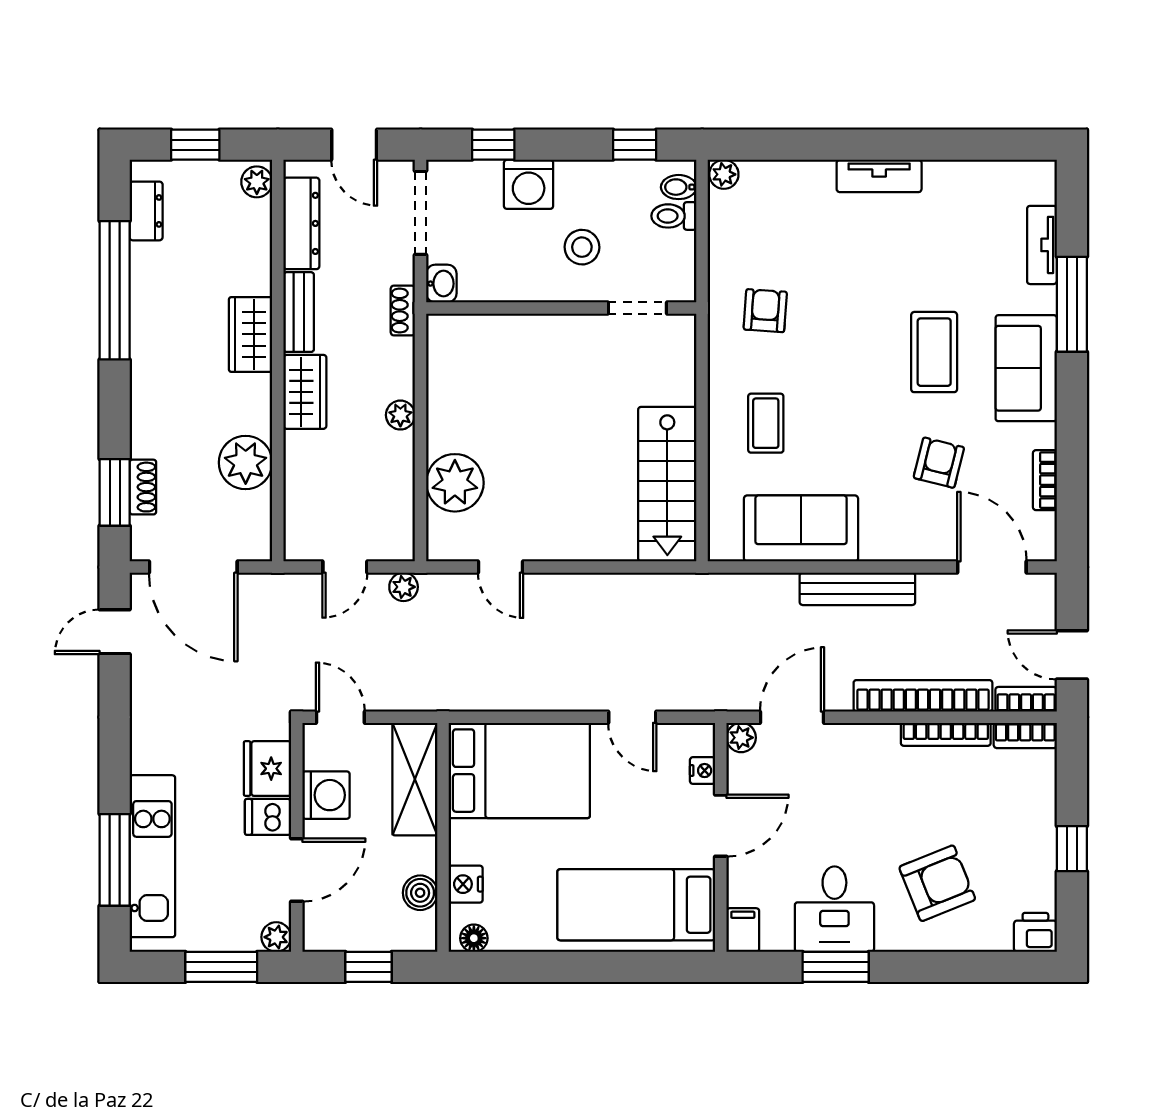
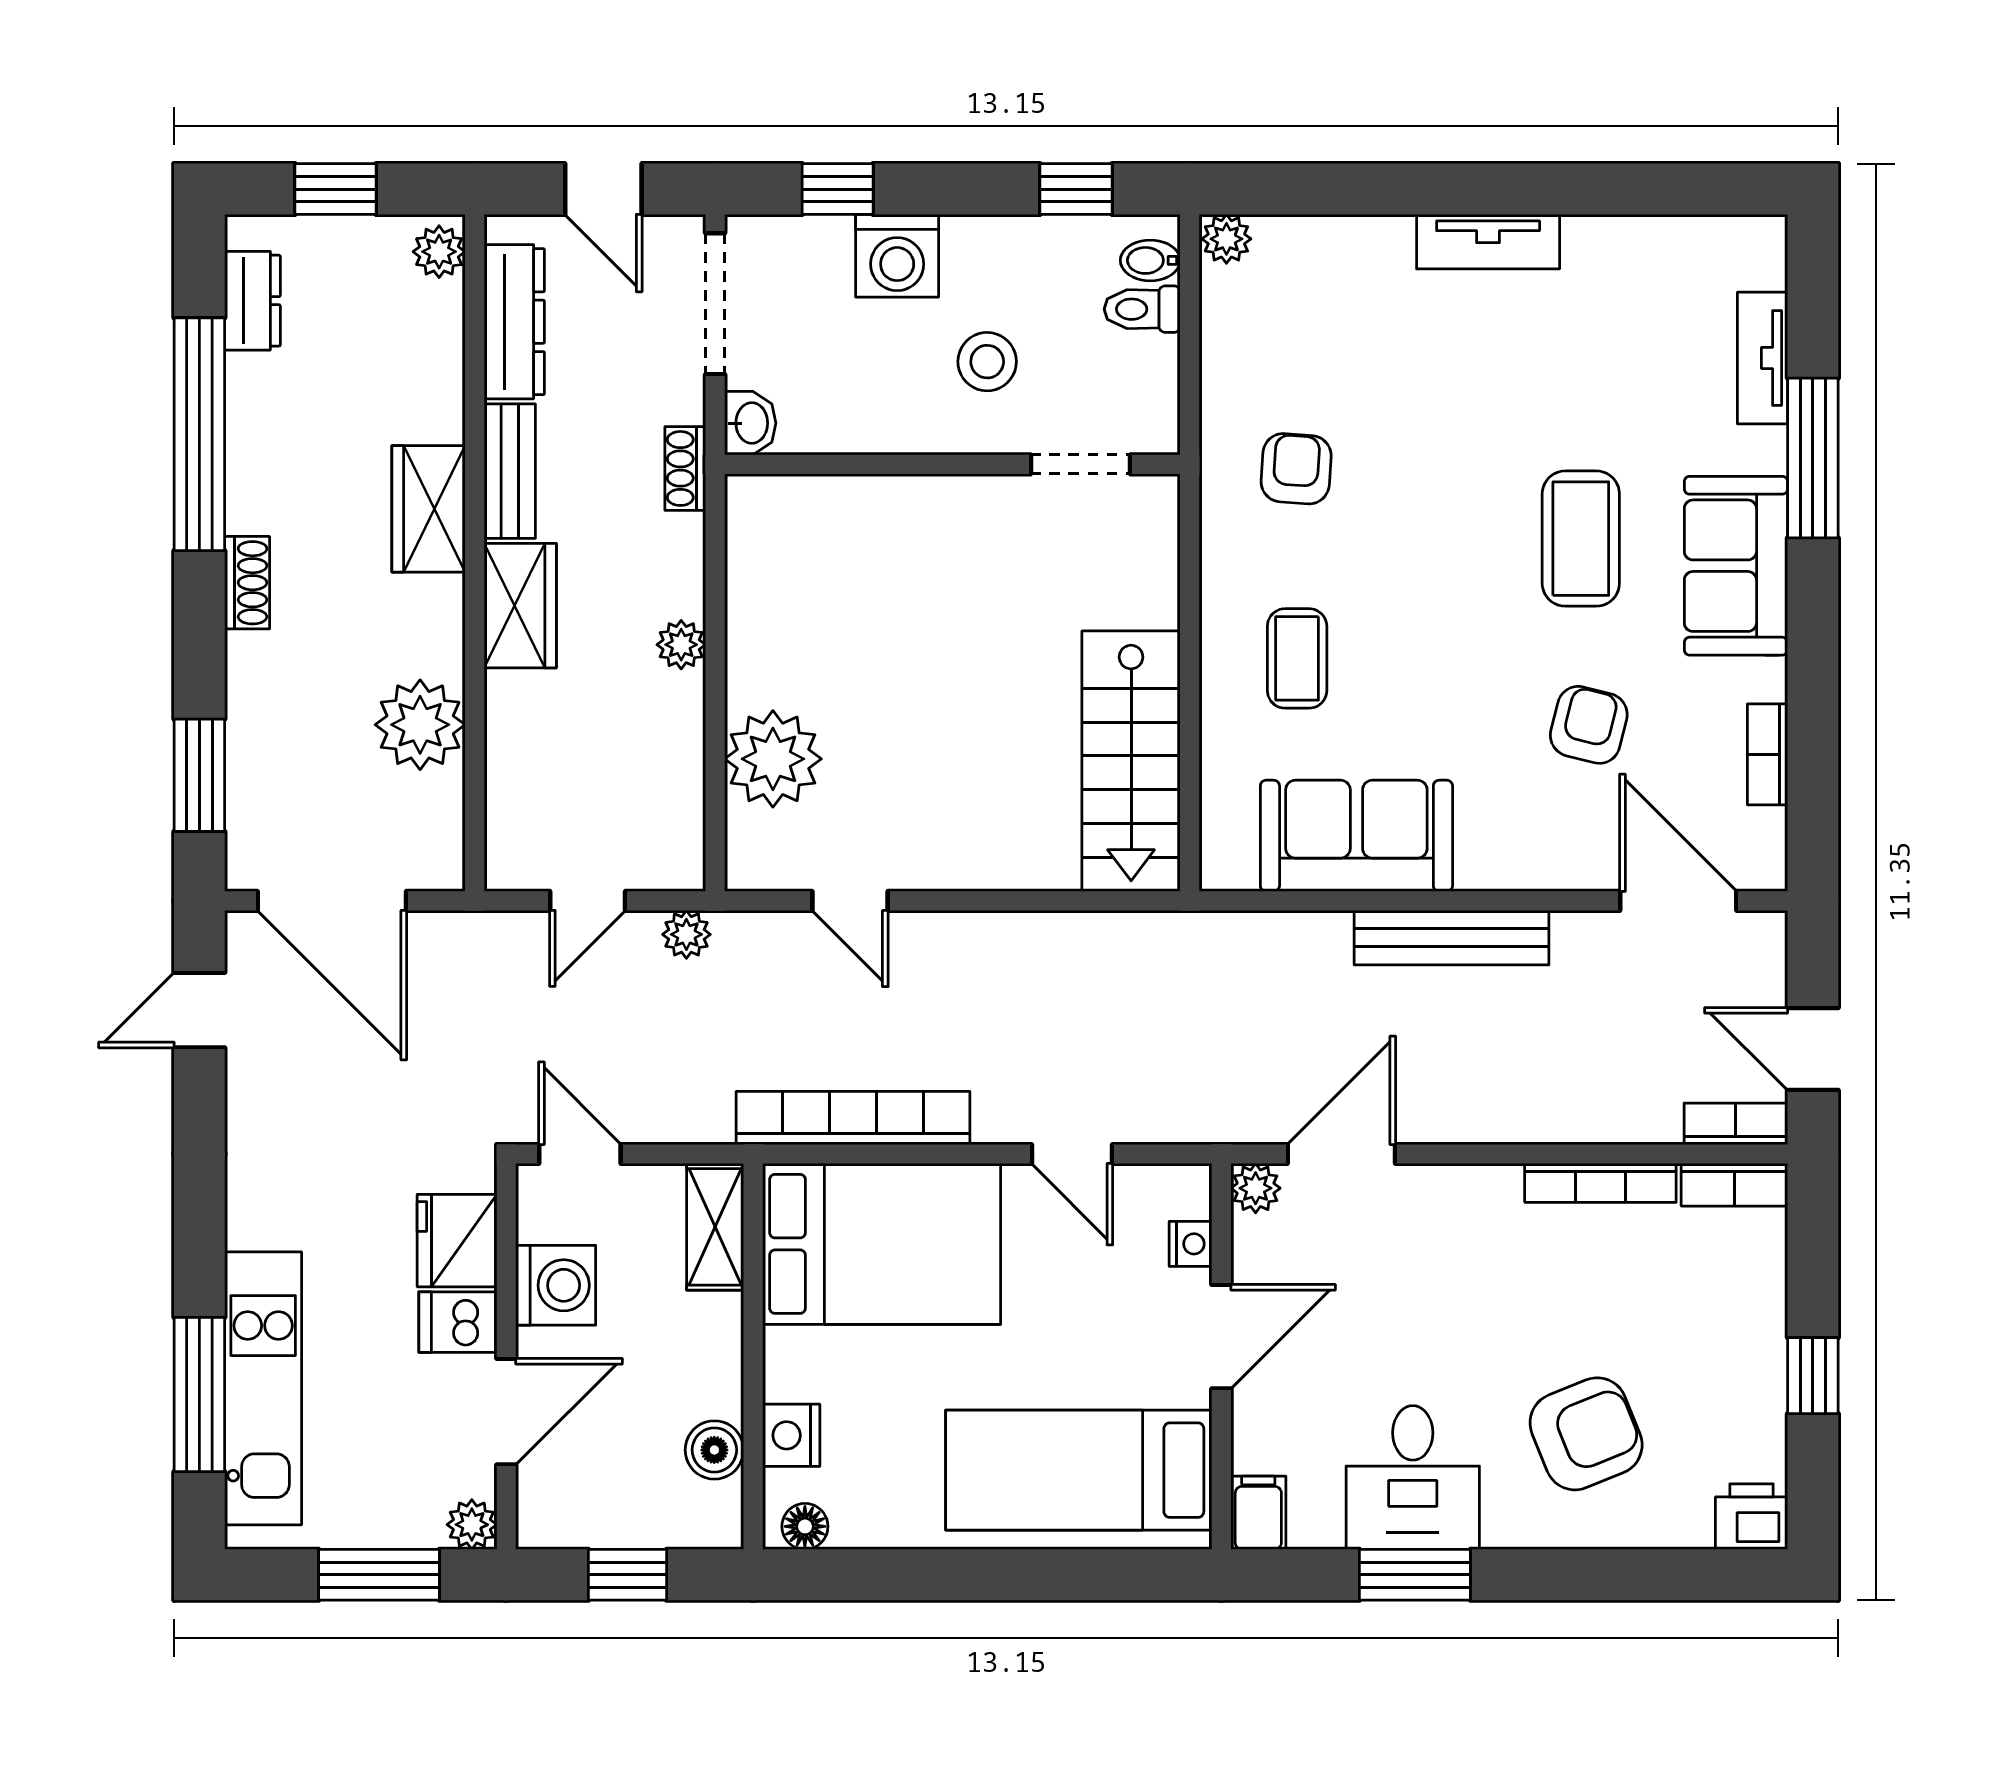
shoe rack: (143, 487) -> (247, 583), moved
bookcase: (923, 696) -> (853, 1118), moved
shelving: (415, 779) -> (715, 1227), width x0.67, depth x0.75

